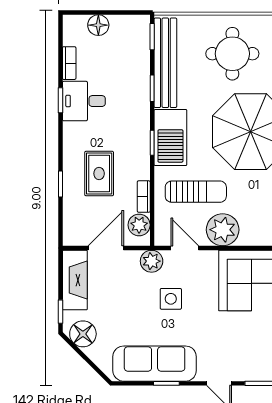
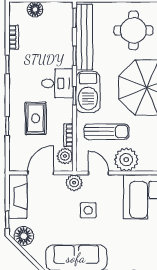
desk: (84, 101) -> (57, 83), moved, turned 180

